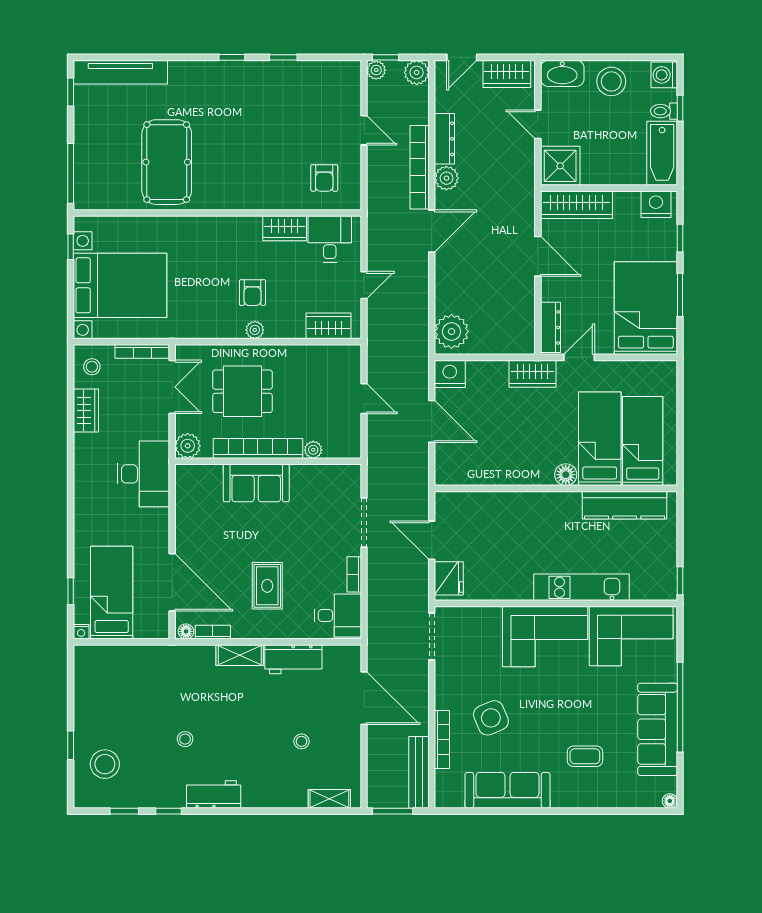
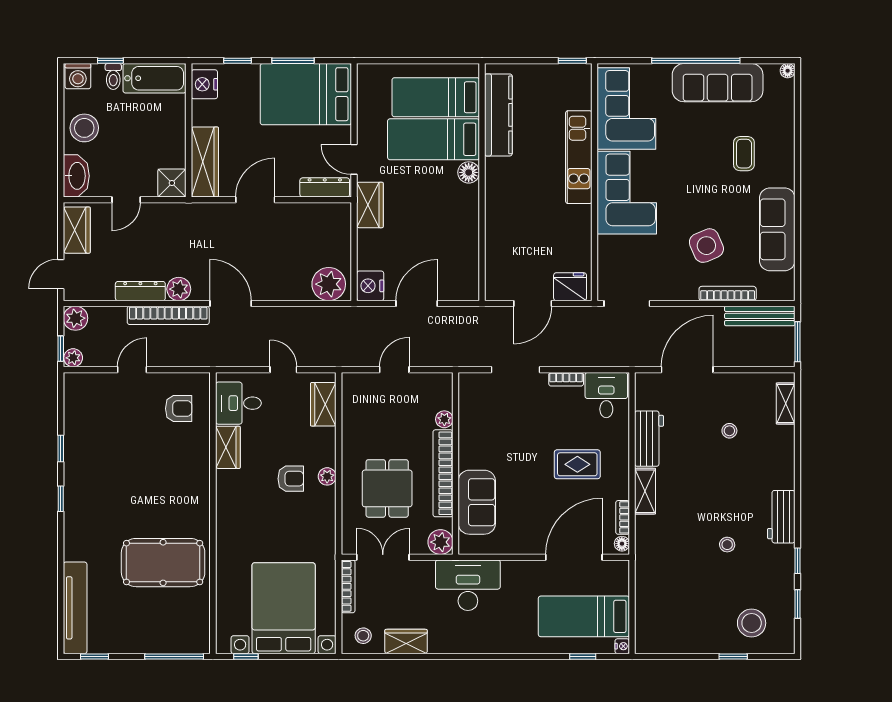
door: (462, 57) -> (61, 274), swing flipped
shower: (560, 166) -> (172, 183), width x0.73, depth x0.73
sofa: (256, 483) -> (477, 502), moved

